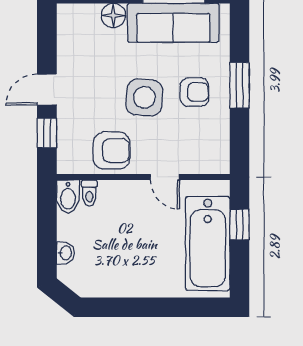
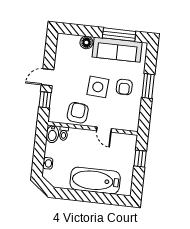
armchair: (194, 92) -> (124, 87), turned 90
armchair: (112, 151) -> (78, 113), turned -84
bathtub: (208, 243) -> (95, 180), moved, turned 90

